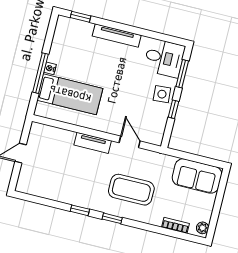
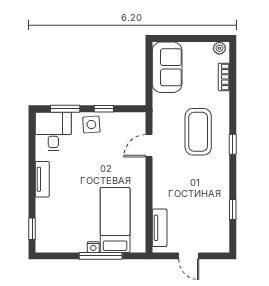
tv unit: (117, 36) -> (42, 179), width x0.71
tv unit: (93, 143) -> (160, 228), moved
window: (80, 210) -> (233, 209), moved

